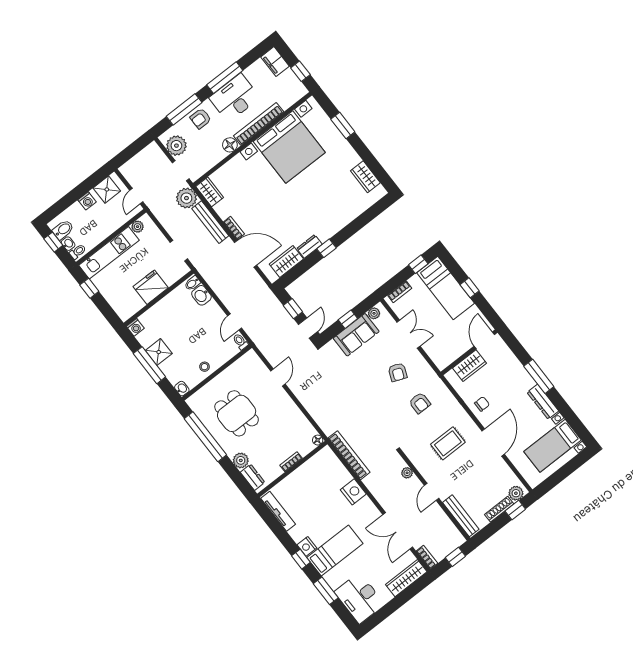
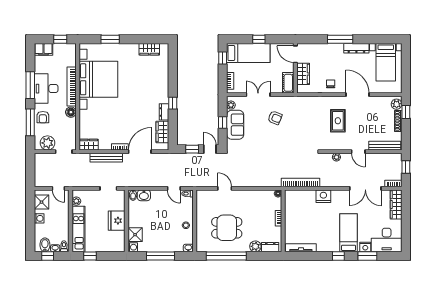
plant: (186, 198) -> (82, 161), removed
shower: (159, 352) -> (135, 235), moved
cot: (447, 357) -> (288, 83), added
armchair: (420, 403) -> (302, 119), removed
nightstand: (307, 546) -> (365, 247), moved

